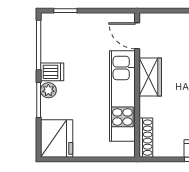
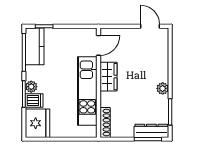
door: (137, 36) -> (98, 45), swing flipped
kitchen counter: (53, 37) -> (35, 46), added
dishwasher: (52, 72) -> (34, 101), moved

